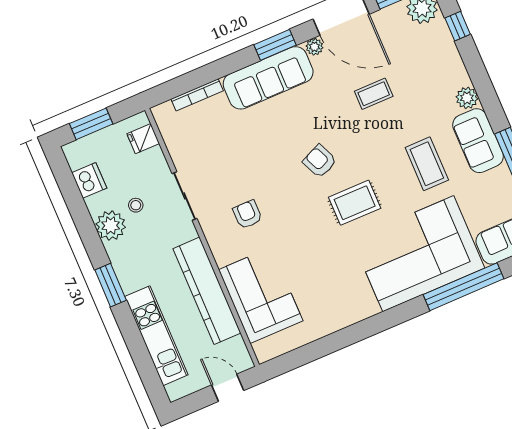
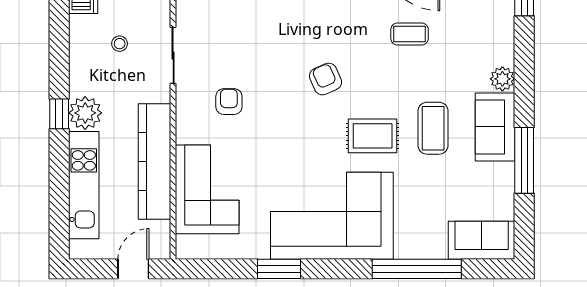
rug: (355, 203) -> (373, 136), moved
plant: (111, 226) -> (85, 113), moved
corner sofa: (418, 254) -> (332, 216), moved
window: (111, 285) -> (59, 114), width x0.67
window: (349, 336) -> (279, 269), added
door: (228, 388) -> (133, 269), hinge flipped

